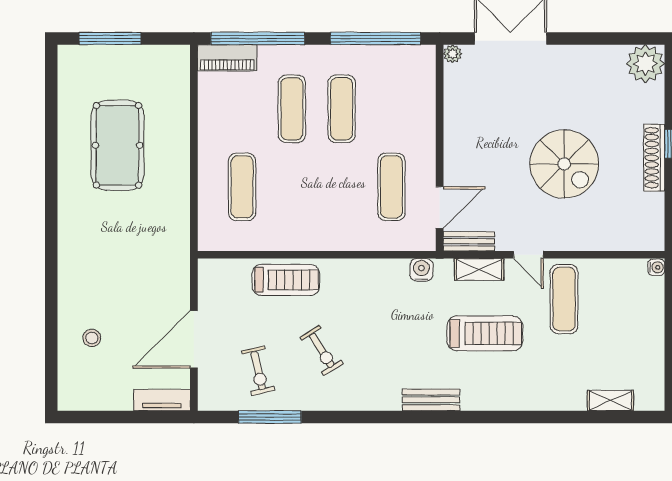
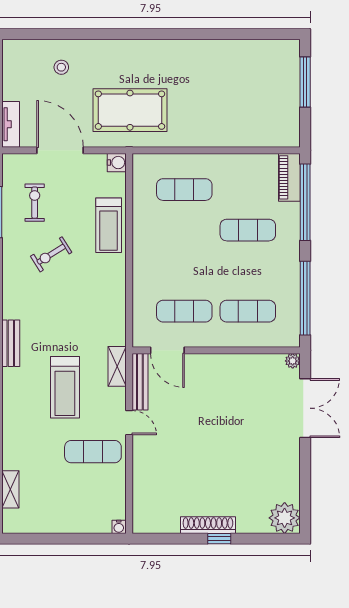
exercise mat: (342, 109) -> (248, 311), moved
pool table: (118, 145) -> (130, 110), moved
spiral stairs: (564, 164) -> (203, 452), removed
bench: (469, 241) -> (140, 382), width x1.36
door: (528, 255) -> (129, 423), swing flipped
shelving: (479, 269) -> (117, 366), moved
water cooler: (421, 270) -> (117, 163), moved
exercise bike: (258, 371) -> (35, 203), turned 103

